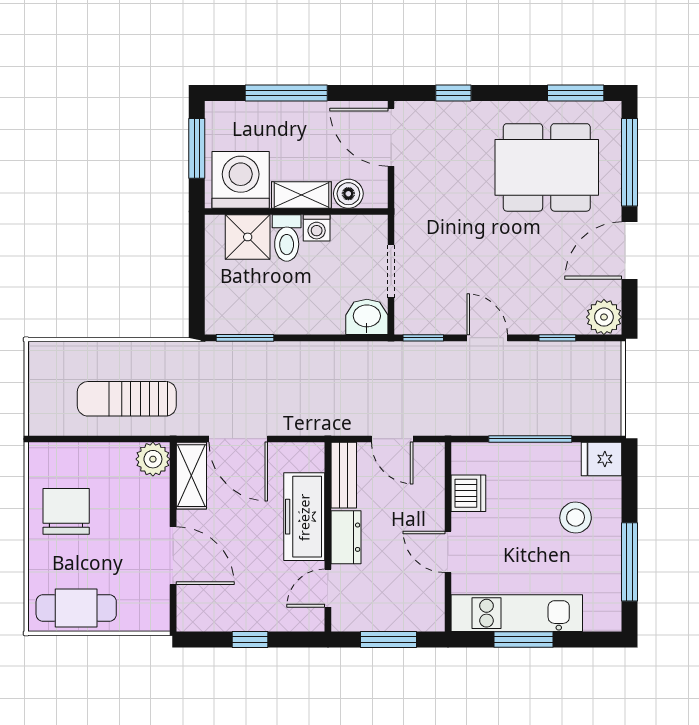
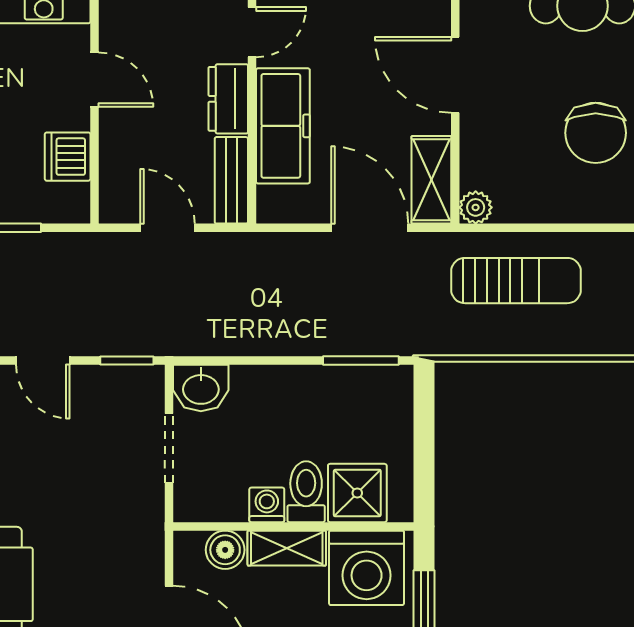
plant: (153, 459) -> (476, 207), width x0.73, depth x0.73

